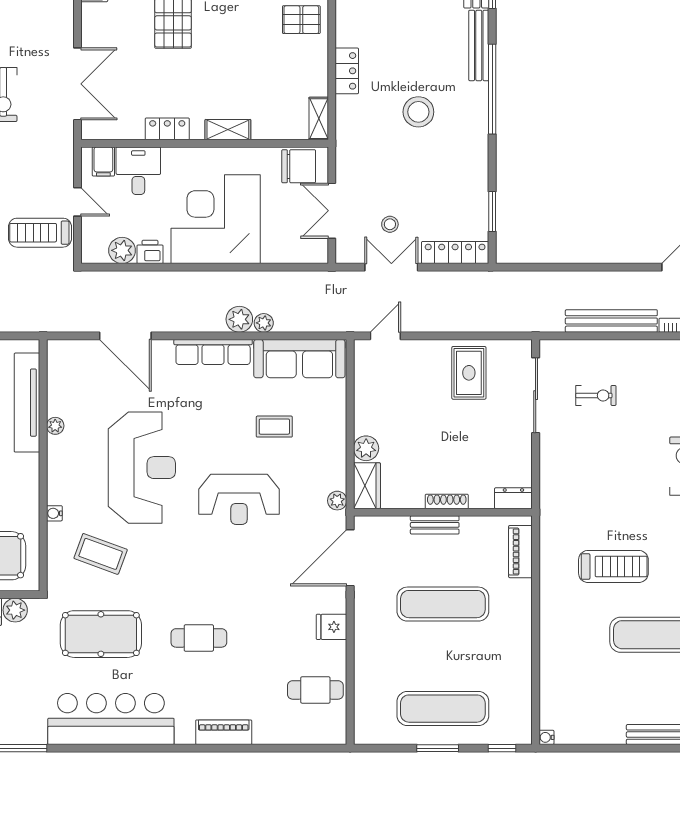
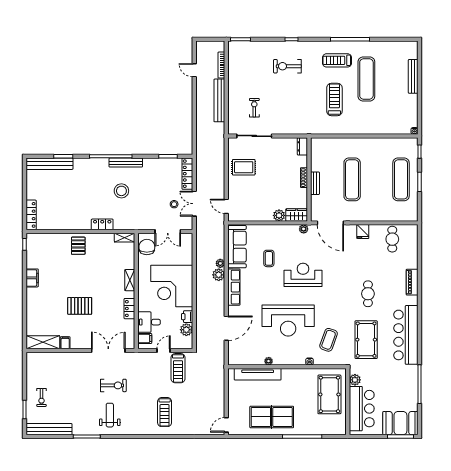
bench: (479, 45) -> (126, 163), moved
reception desk: (142, 468) -> (288, 320), turned 180
reception desk: (239, 499) -> (303, 275), turned -90
piano: (520, 552) -> (327, 143), removed

